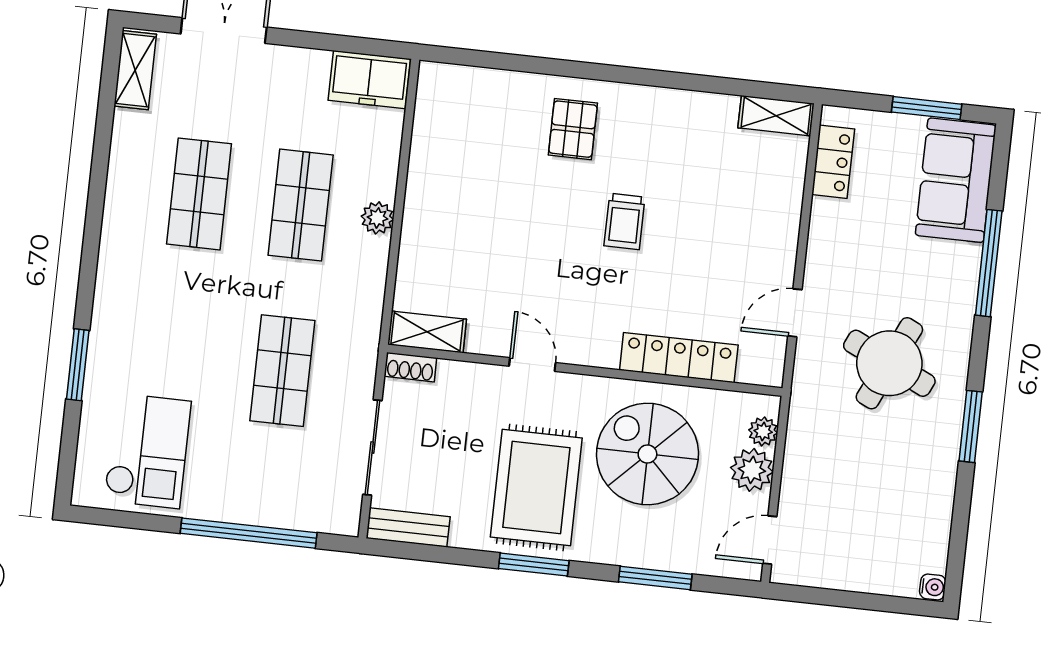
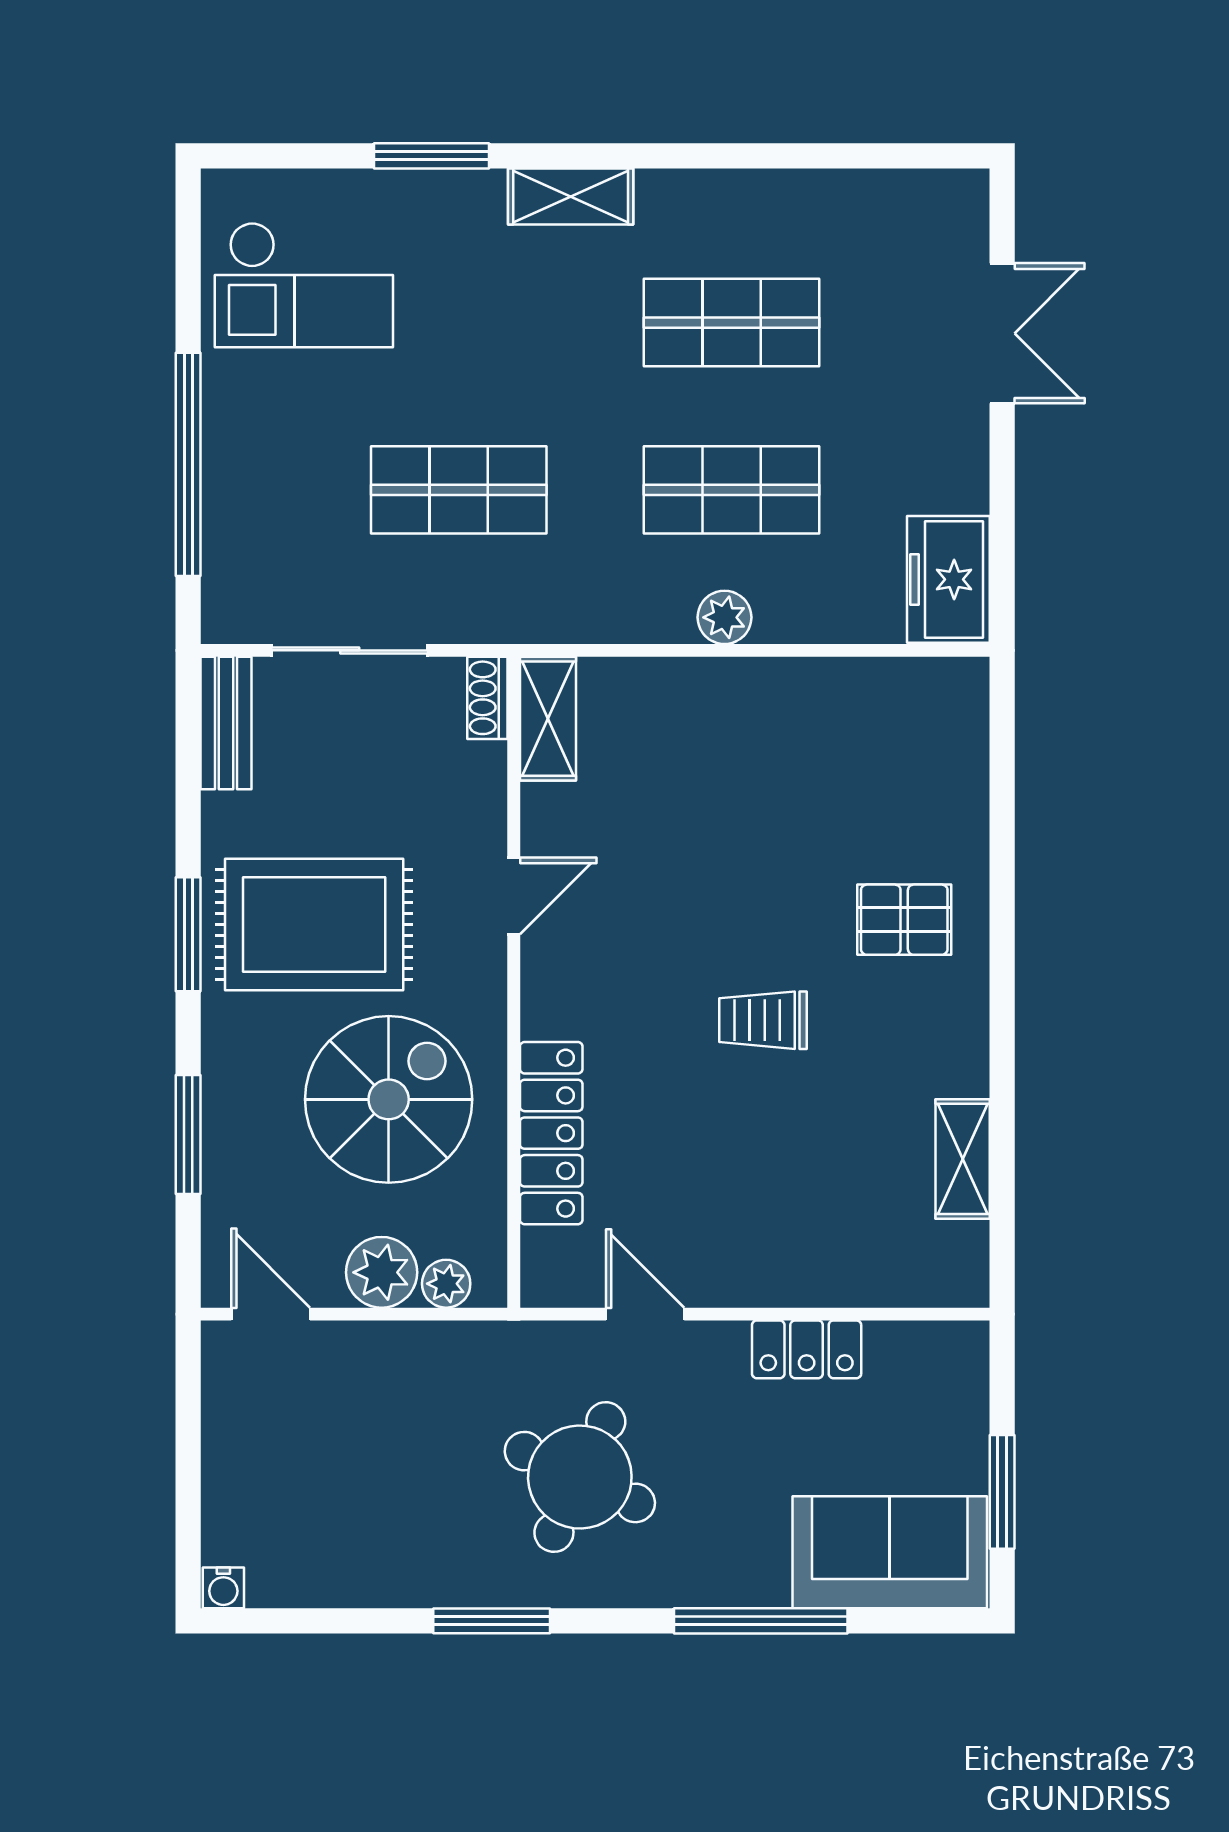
shelving: (135, 70) -> (571, 196), moved
shelving: (776, 116) -> (963, 1159), moved
locker: (833, 162) -> (807, 1349), moved

